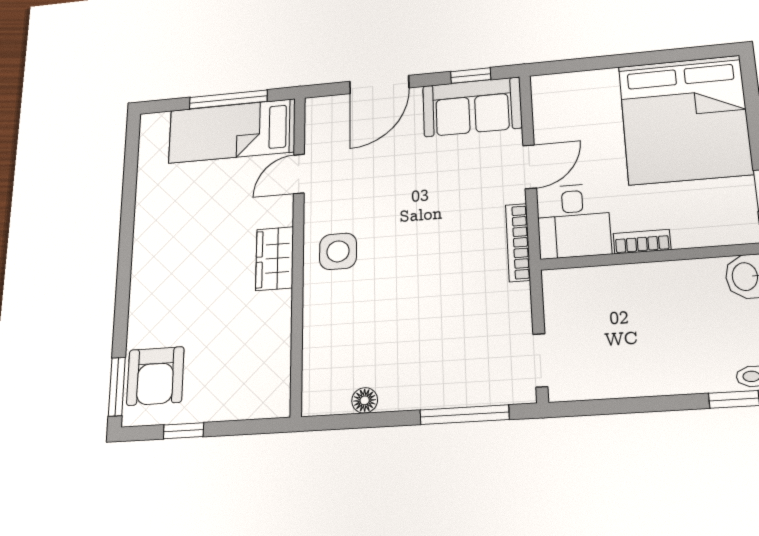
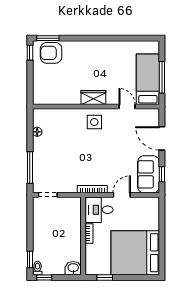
door: (530, 167) -> (122, 195), swing flipped
window: (184, 431) -> (30, 53), moved

